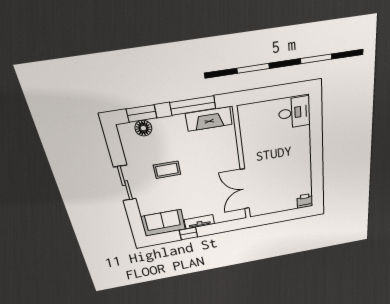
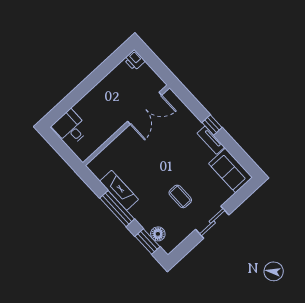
wall: (242, 166) -> (126, 125), moved
double door: (245, 189) -> (145, 108), moved
window: (188, 233) -> (212, 125), moved

